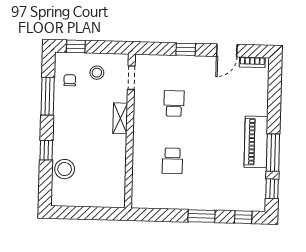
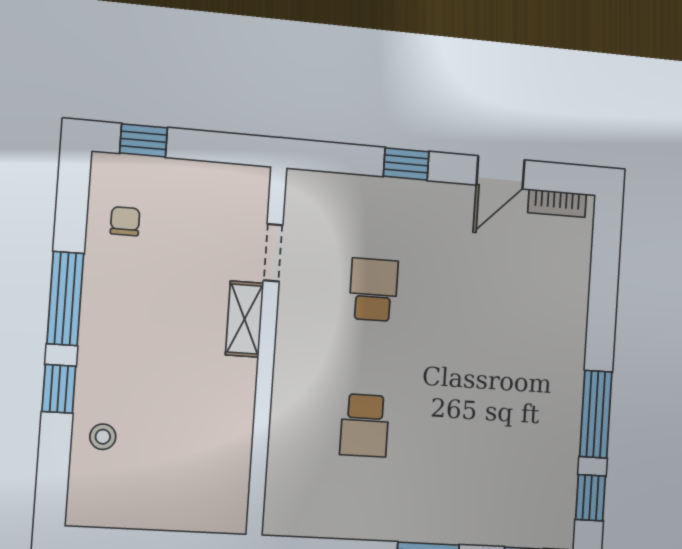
stool: (97, 73) -> (192, 207), removed
doorway: (131, 78) -> (273, 253), moved
window: (48, 96) -> (65, 299), moved
piano: (256, 142) -> (559, 388), removed
stool: (65, 169) -> (103, 437), width x0.53, depth x0.53

